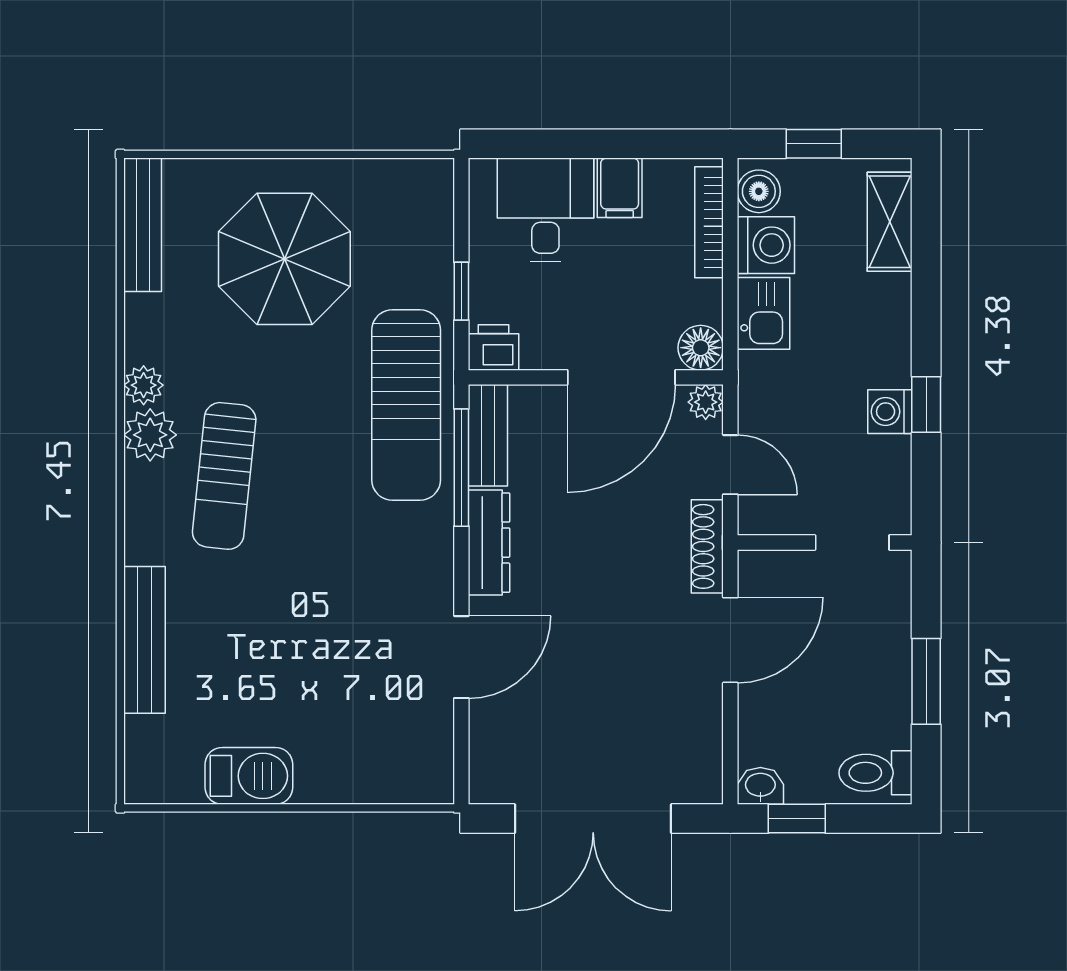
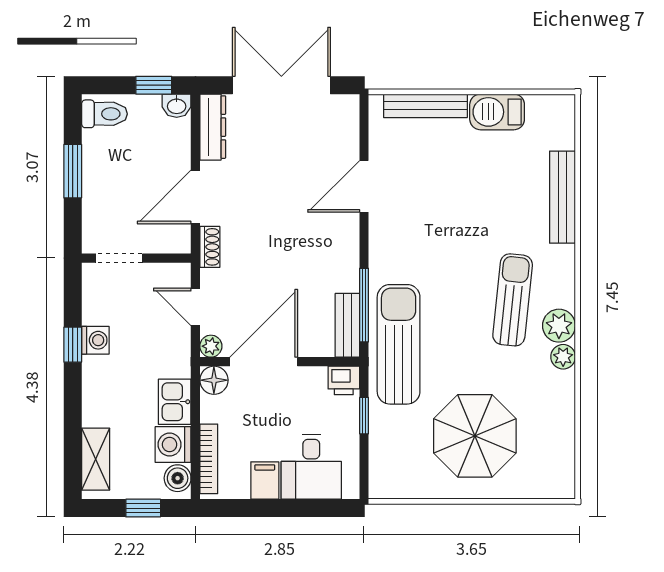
bench: (143, 225) -> (425, 106), moved, turned 90
dresser: (489, 543) -> (213, 127), moved, turned 180
shoe rack: (707, 546) -> (210, 247), width x0.70

